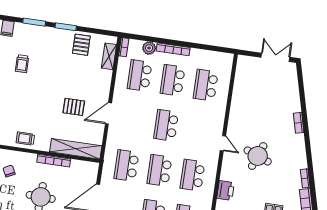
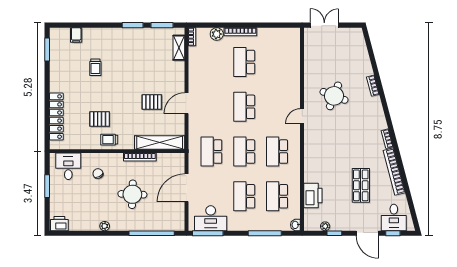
window: (34, 22) -> (162, 25), moved
pallet: (81, 45) -> (100, 119), moved, turned 90
double door: (275, 57) -> (324, 25), moved
school desk: (140, 75) -> (211, 62), removed
school desk: (206, 85) -> (277, 62), removed
door: (223, 143) -> (302, 116), swing flipped
round table: (258, 156) -> (334, 96), moved
printer: (225, 191) -> (311, 162), removed

